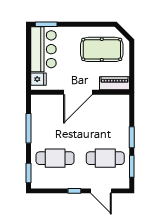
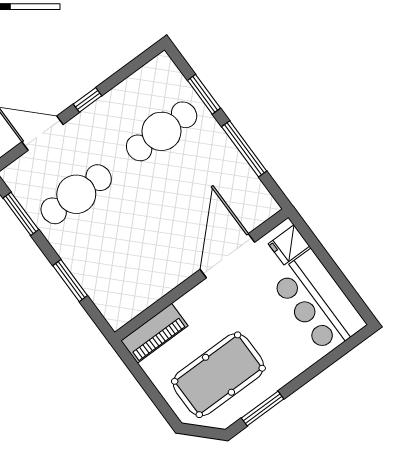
window: (46, 24) -> (263, 409), moved
door: (78, 92) -> (227, 256), moved
window: (132, 137) -> (70, 281), moved
window: (29, 173) -> (204, 94), moved

